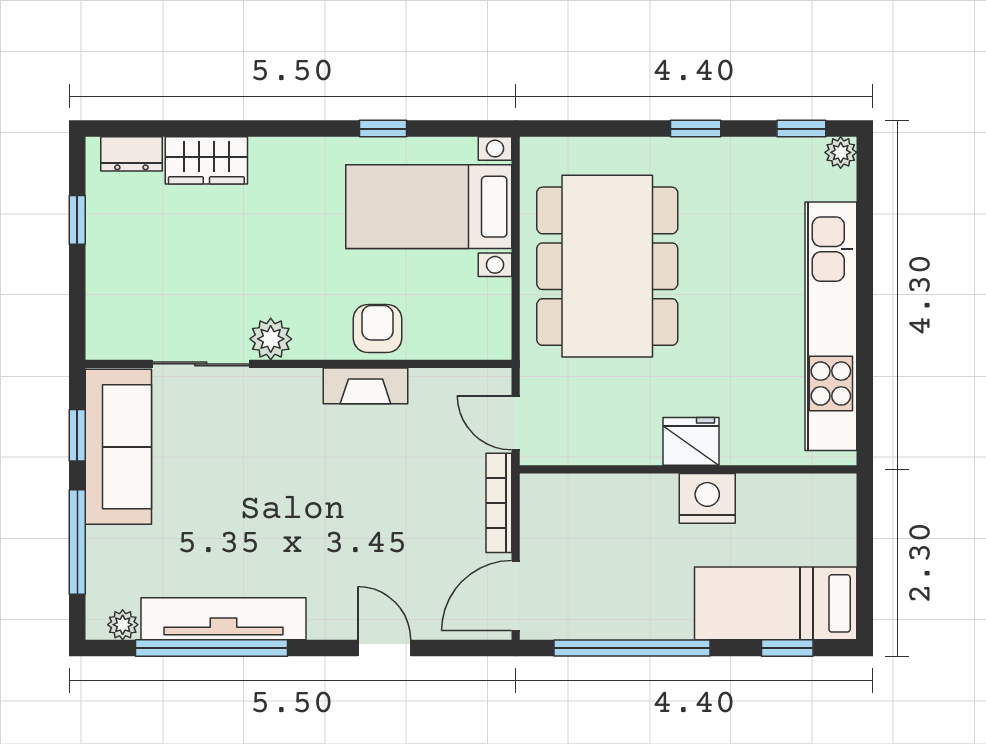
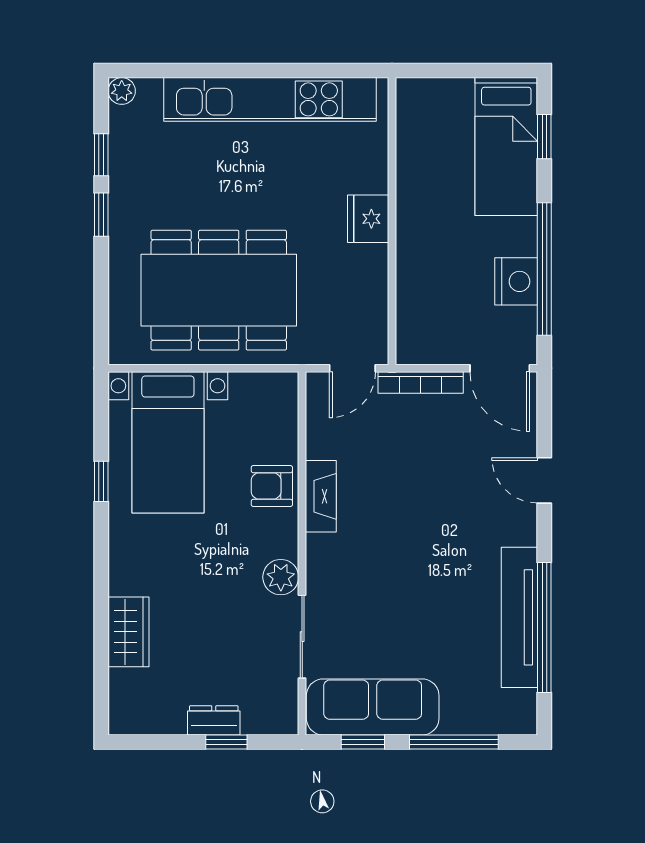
window: (801, 129) -> (101, 155), moved
dresser: (131, 154) -> (214, 720), moved, turned -90
window: (77, 220) -> (226, 742), moved
nightstand: (707, 498) -> (516, 281), moved, turned 180
plant: (123, 625) -> (524, 703), removed
door: (384, 648) -> (544, 480), hinge flipped

